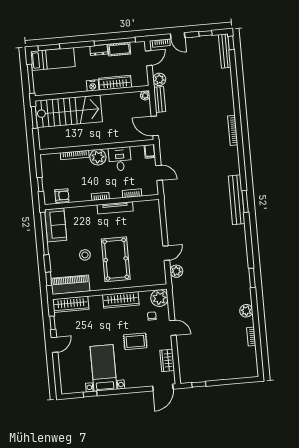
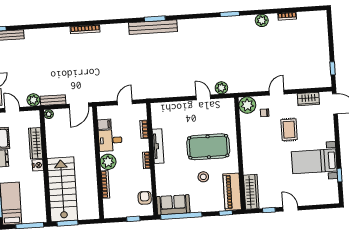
filing cabinet: (150, 151) -> (104, 124), moved
wardrobe: (121, 300) -> (248, 143), removed

